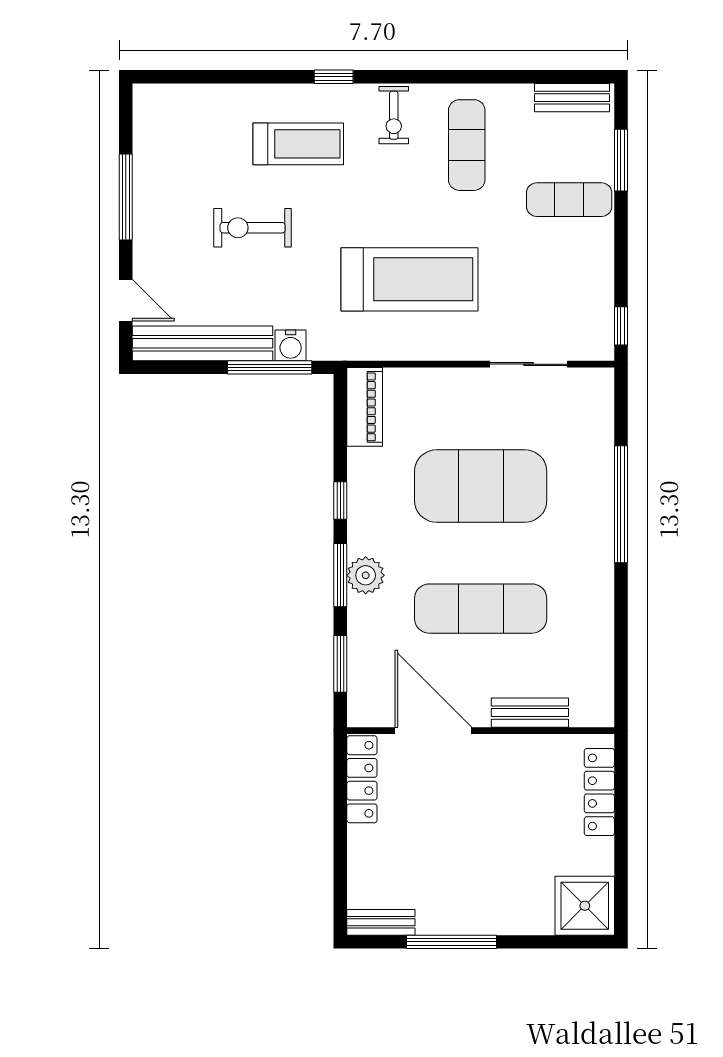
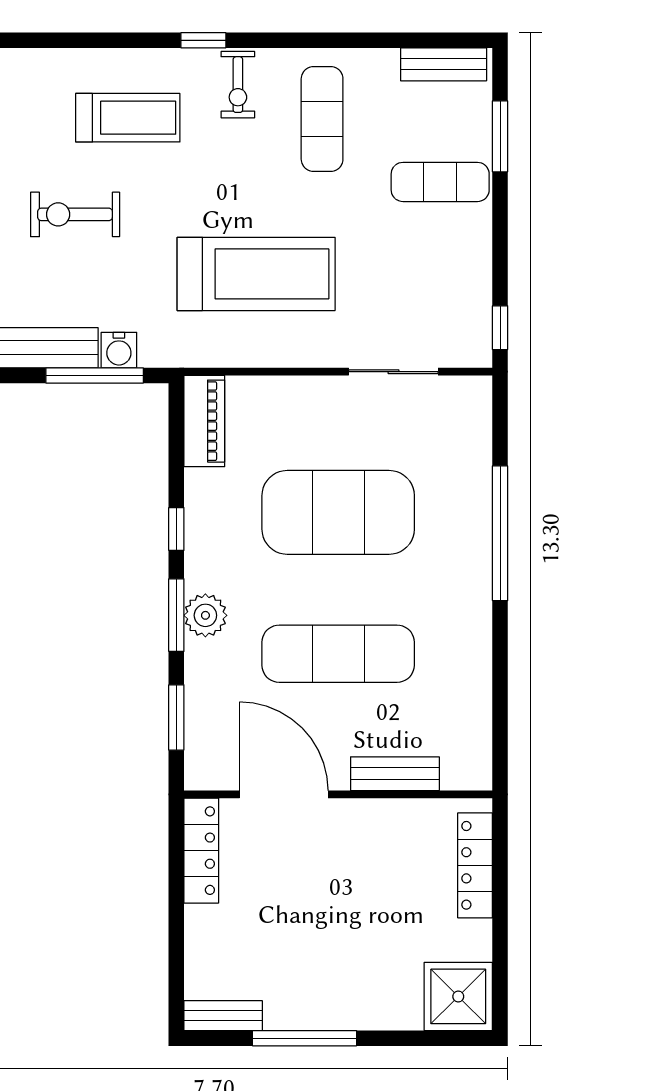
window: (334, 77) -> (203, 40), moved

